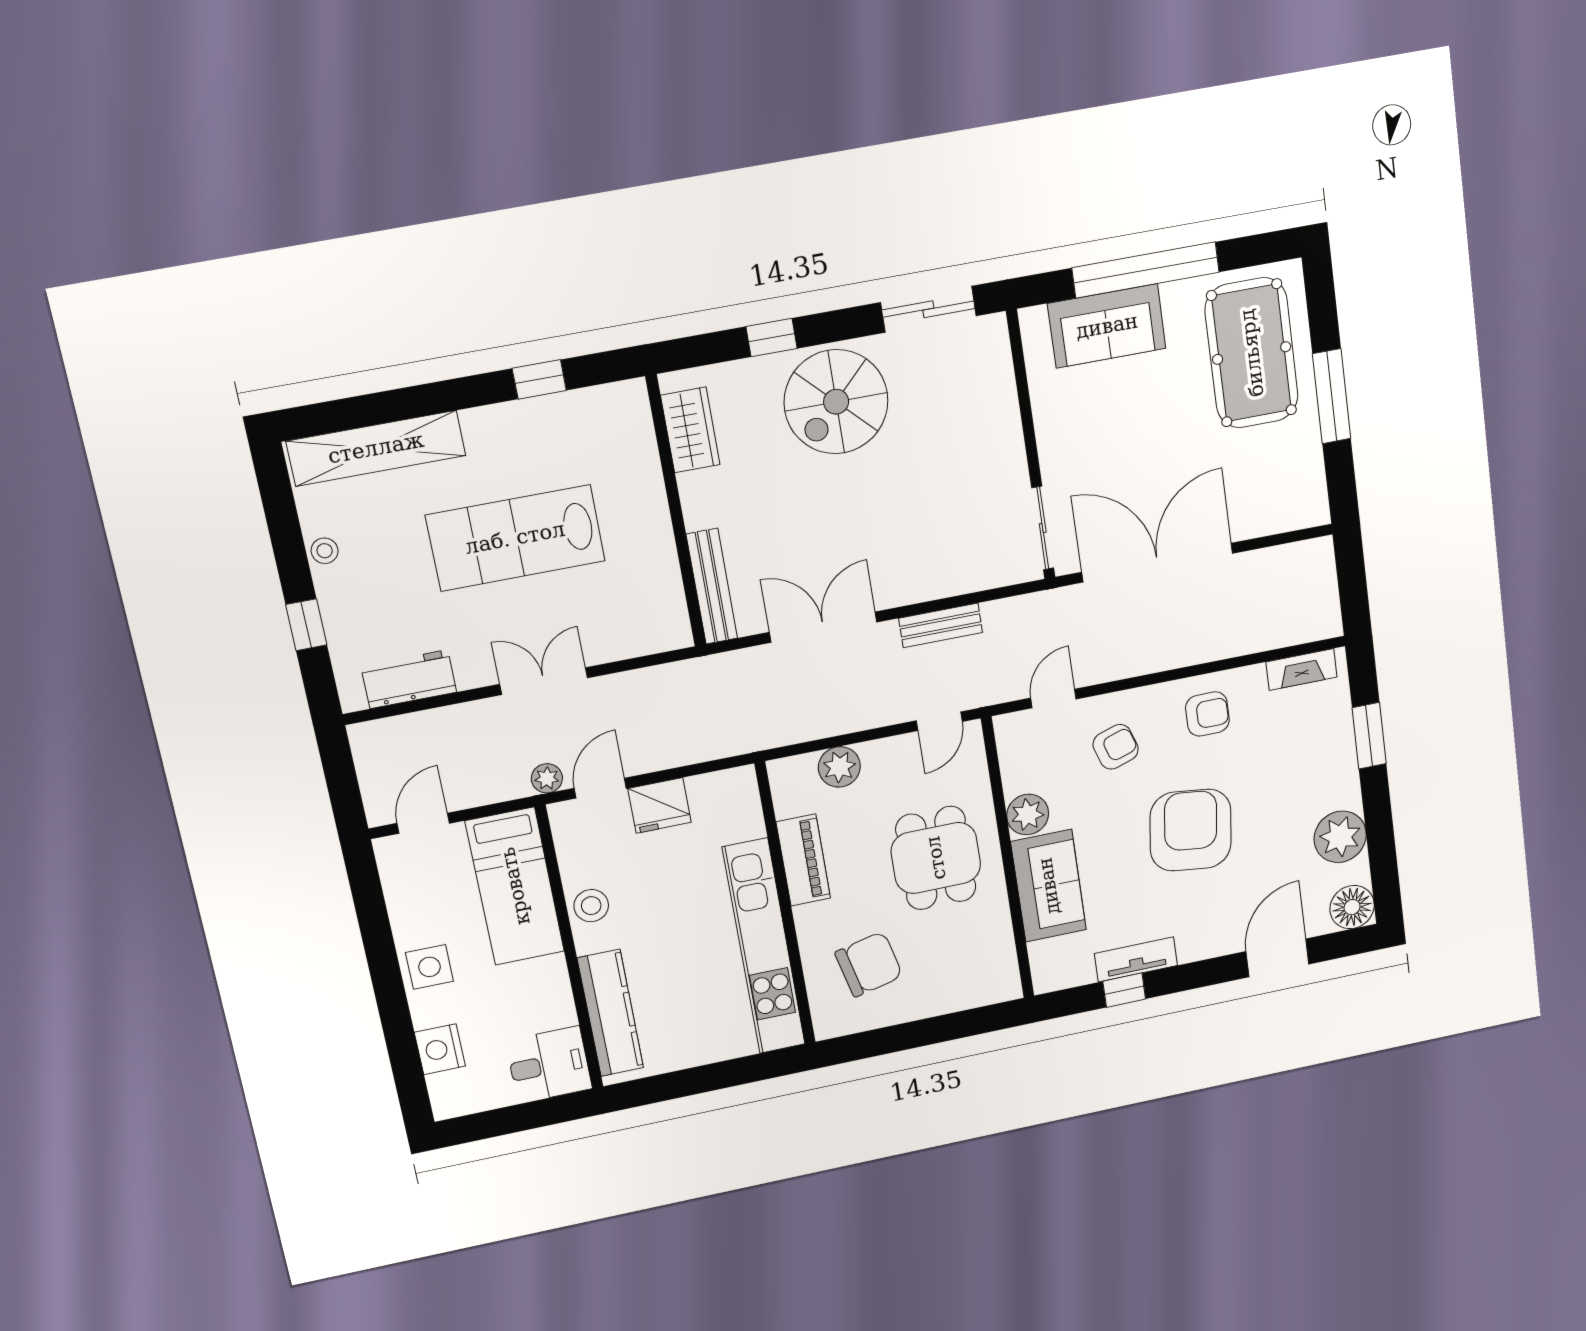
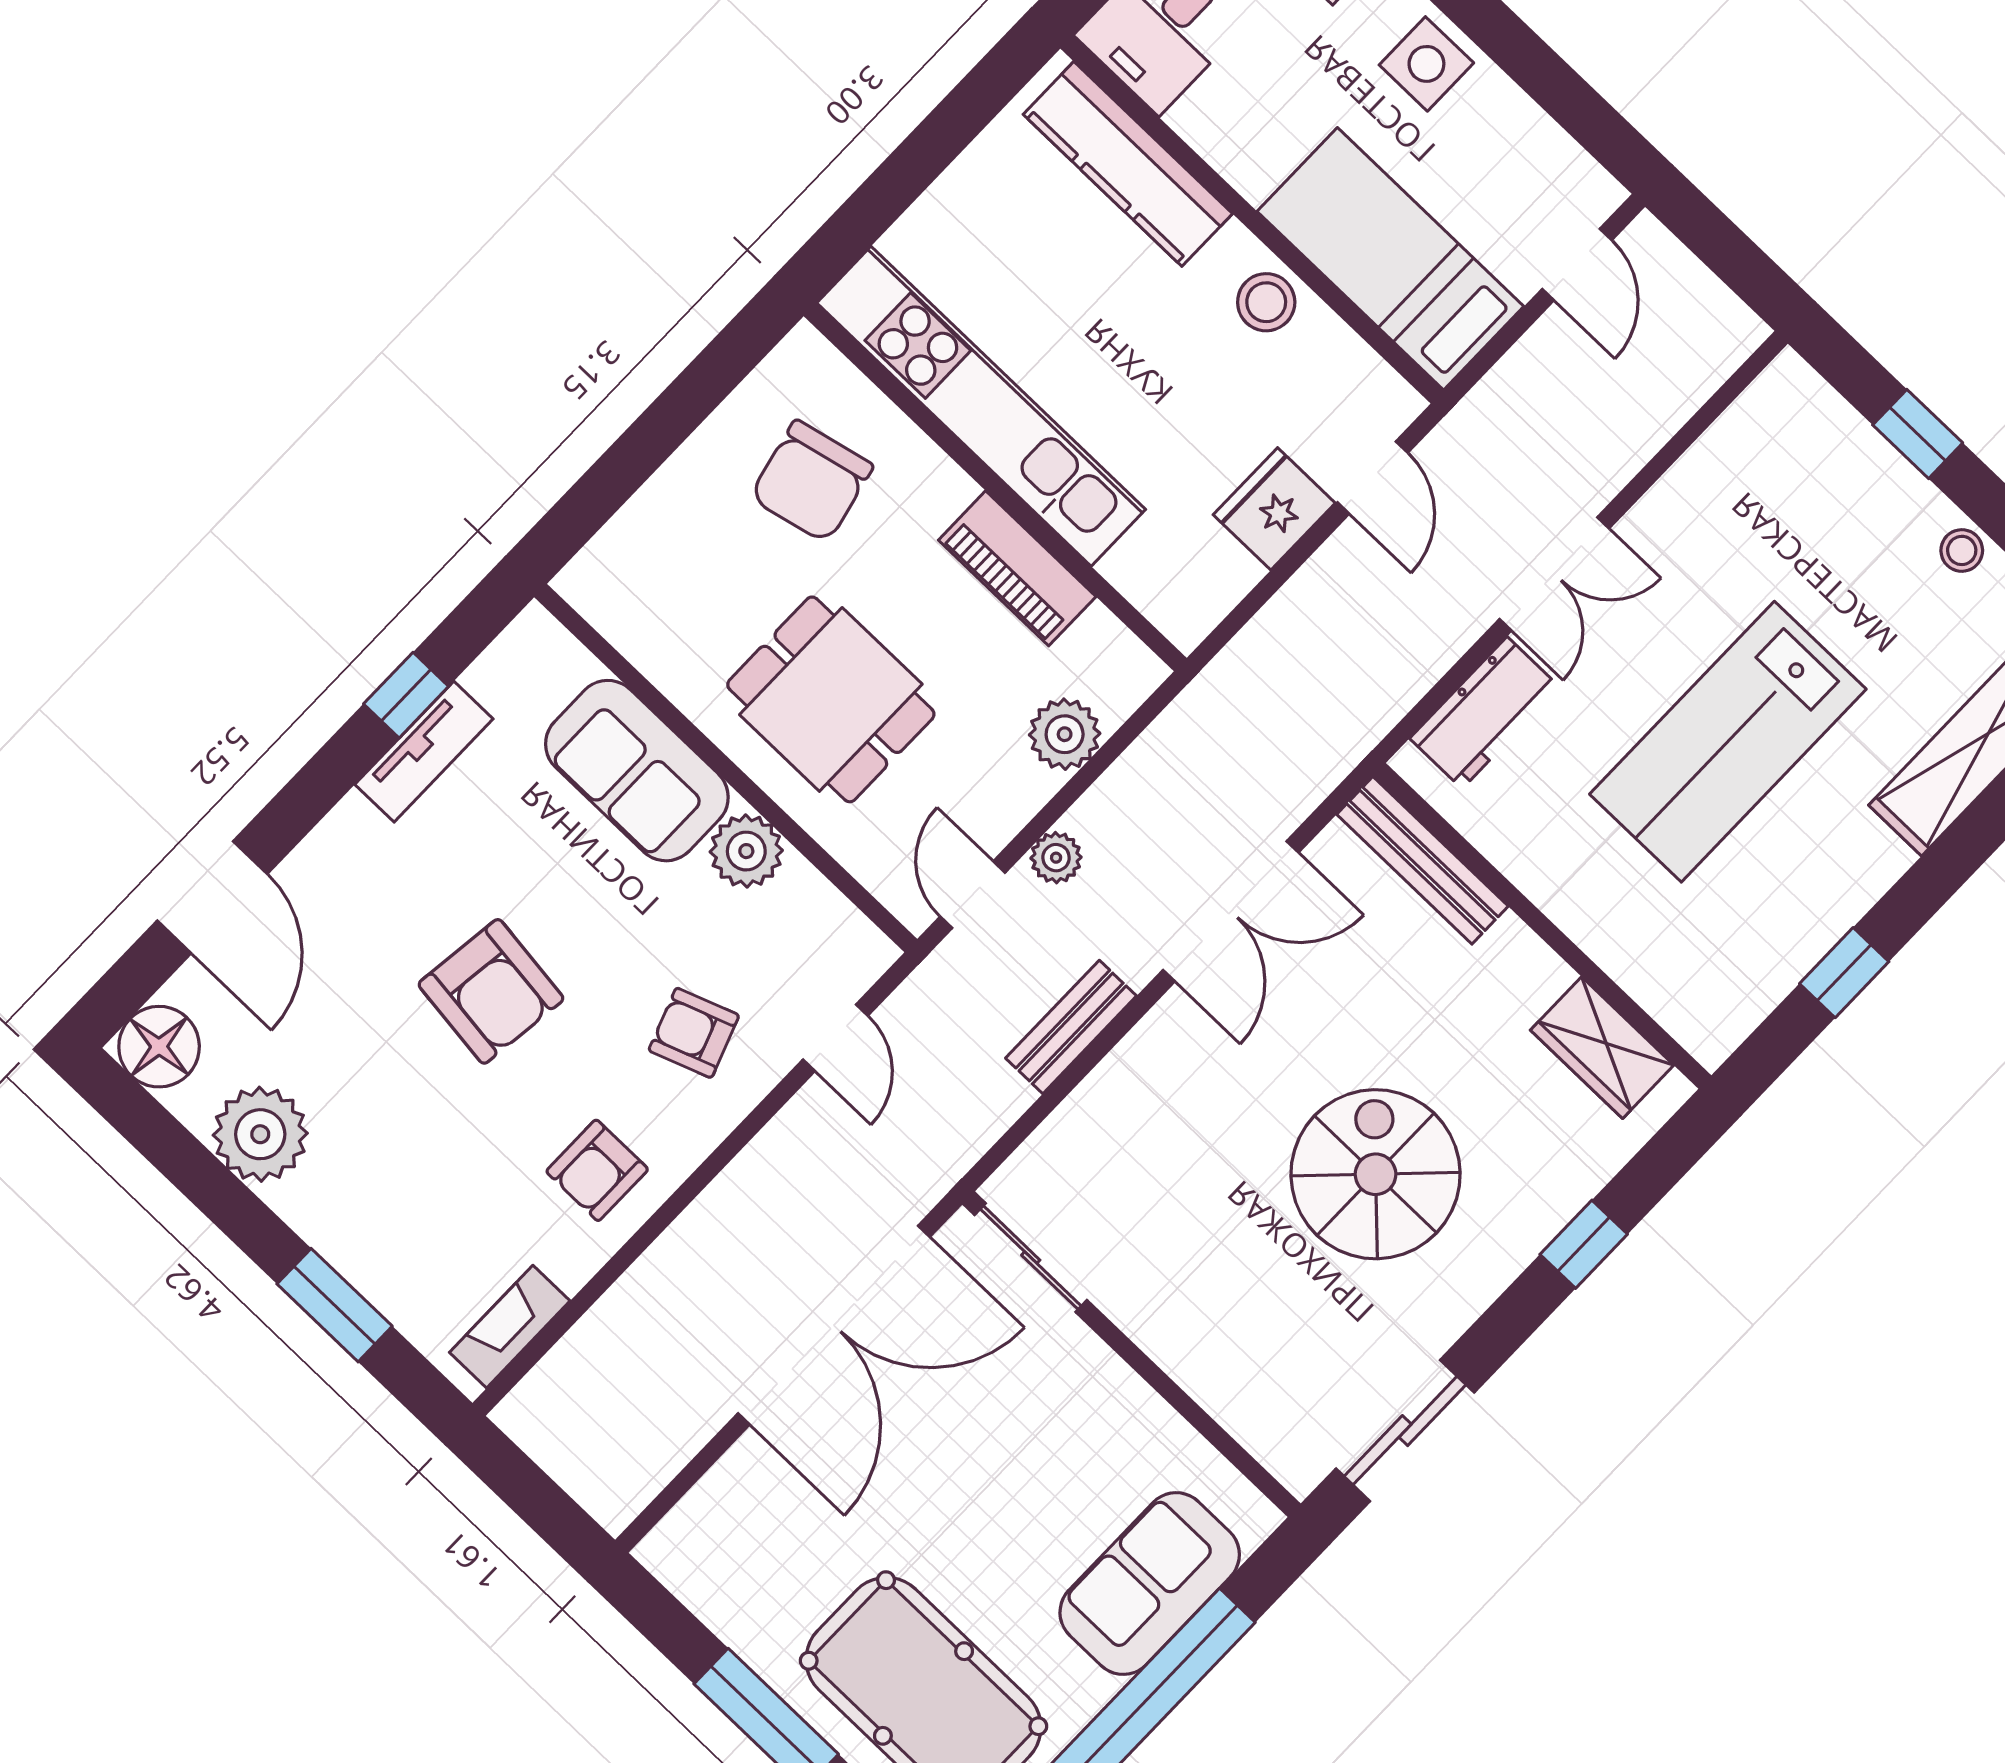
spiral stairs: (836, 402) -> (1376, 1174), moved
lab bench: (515, 538) -> (1728, 742), turned 180
workbench: (409, 679) -> (1485, 713), moved
armchair: (1116, 747) -> (694, 1033), turned 88
plant: (547, 778) -> (1056, 858), moved
armchair: (1191, 830) -> (491, 991), width x0.73, depth x0.73

